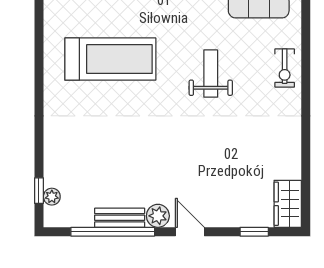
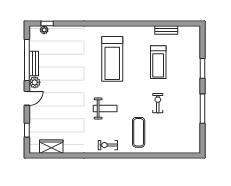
wardrobe: (288, 204) -> (51, 147), moved

